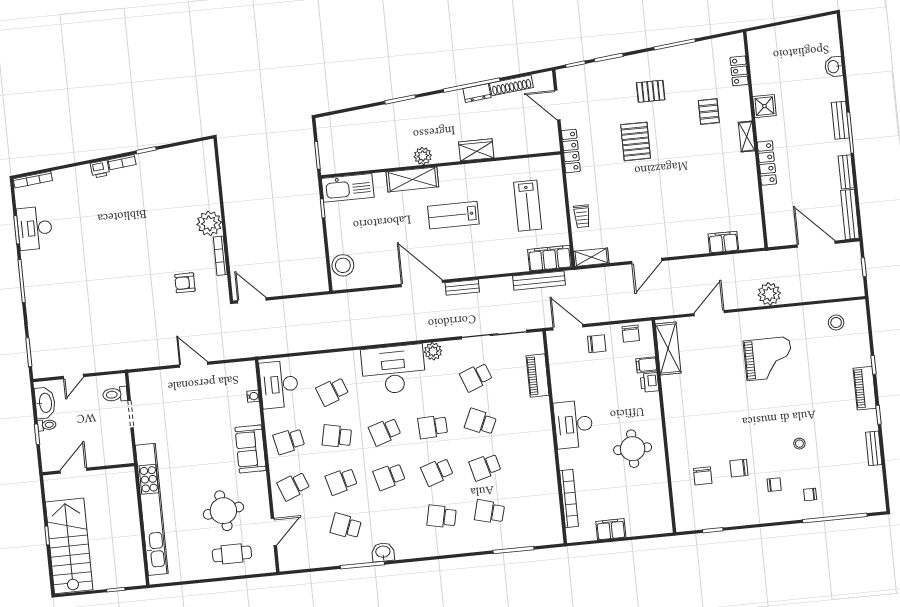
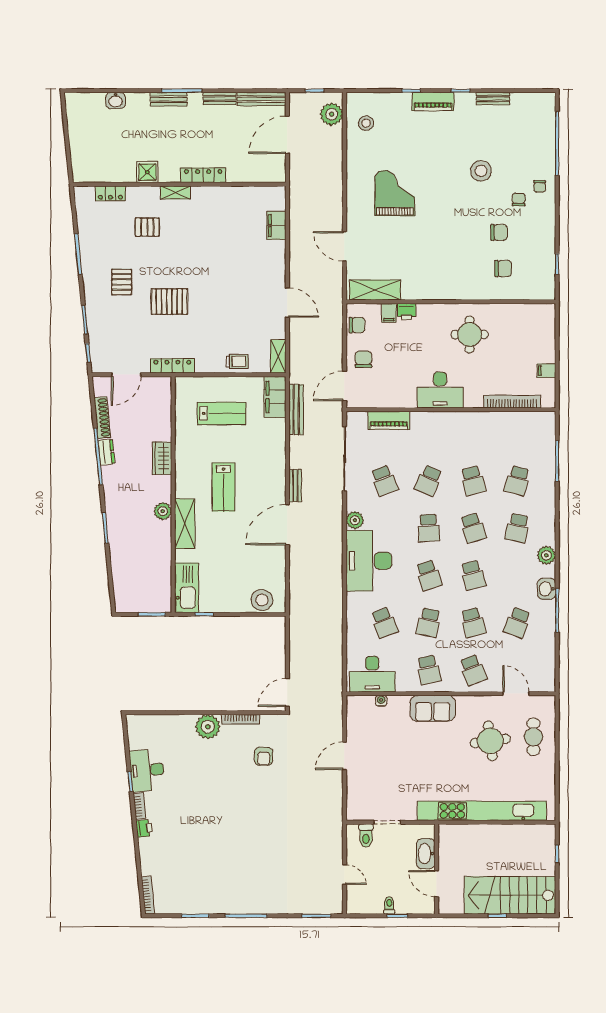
desk: (35, 228) -> (147, 770), moved, turned 84
plant: (769, 294) -> (332, 114), moved
washbasin: (45, 403) -> (426, 854), moved, turned -90
stool: (799, 444) -> (481, 171), width x1.89, depth x1.89
chair: (739, 468) -> (499, 232), turned -90
chair: (810, 494) -> (540, 186), moved
filing cabinet: (611, 529) -> (546, 371), width x0.50
plant: (417, 549) -> (546, 555), added

